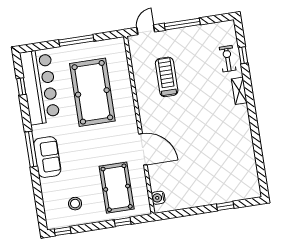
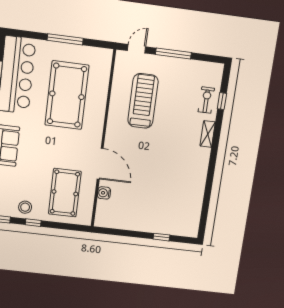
treadmill: (167, 77) -> (143, 101), width x1.37, depth x1.38
water cooler: (158, 198) -> (104, 193), moved
stool: (75, 204) -> (25, 207), moved
window: (123, 222) -> (33, 223), moved

